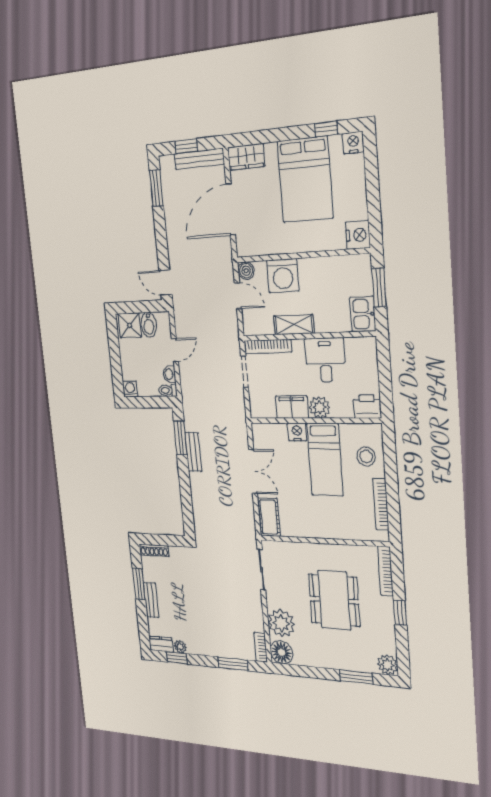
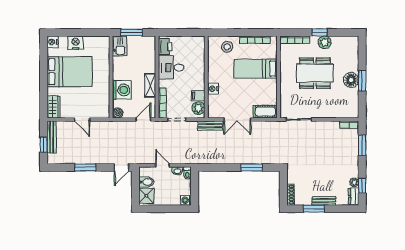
window: (326, 129) -> (44, 57), removed
window: (156, 188) -> (85, 167), moved
door: (231, 210) -> (82, 119), width x0.53
nightstand: (358, 235) -> (76, 43), moved
door: (238, 296) -> (143, 119), moved
kitchen sink: (363, 314) -> (120, 46), moved, turned -90
filing cabinet: (292, 407) -> (198, 96), width x0.50
plant: (319, 407) -> (198, 108), moved
printer: (367, 407) -> (165, 47), moved, turned 180
window: (180, 438) -> (252, 167), moved
bench: (193, 452) -> (210, 126), moved
bed: (325, 460) -> (256, 69), moved, turned 180
double door: (253, 471) -> (237, 119), swing flipped
plant: (281, 623) -> (332, 109), removed
floor lamp: (281, 652) -> (351, 80), moved
plant: (388, 665) -> (324, 42), moved
window: (356, 677) -> (362, 81), moved

